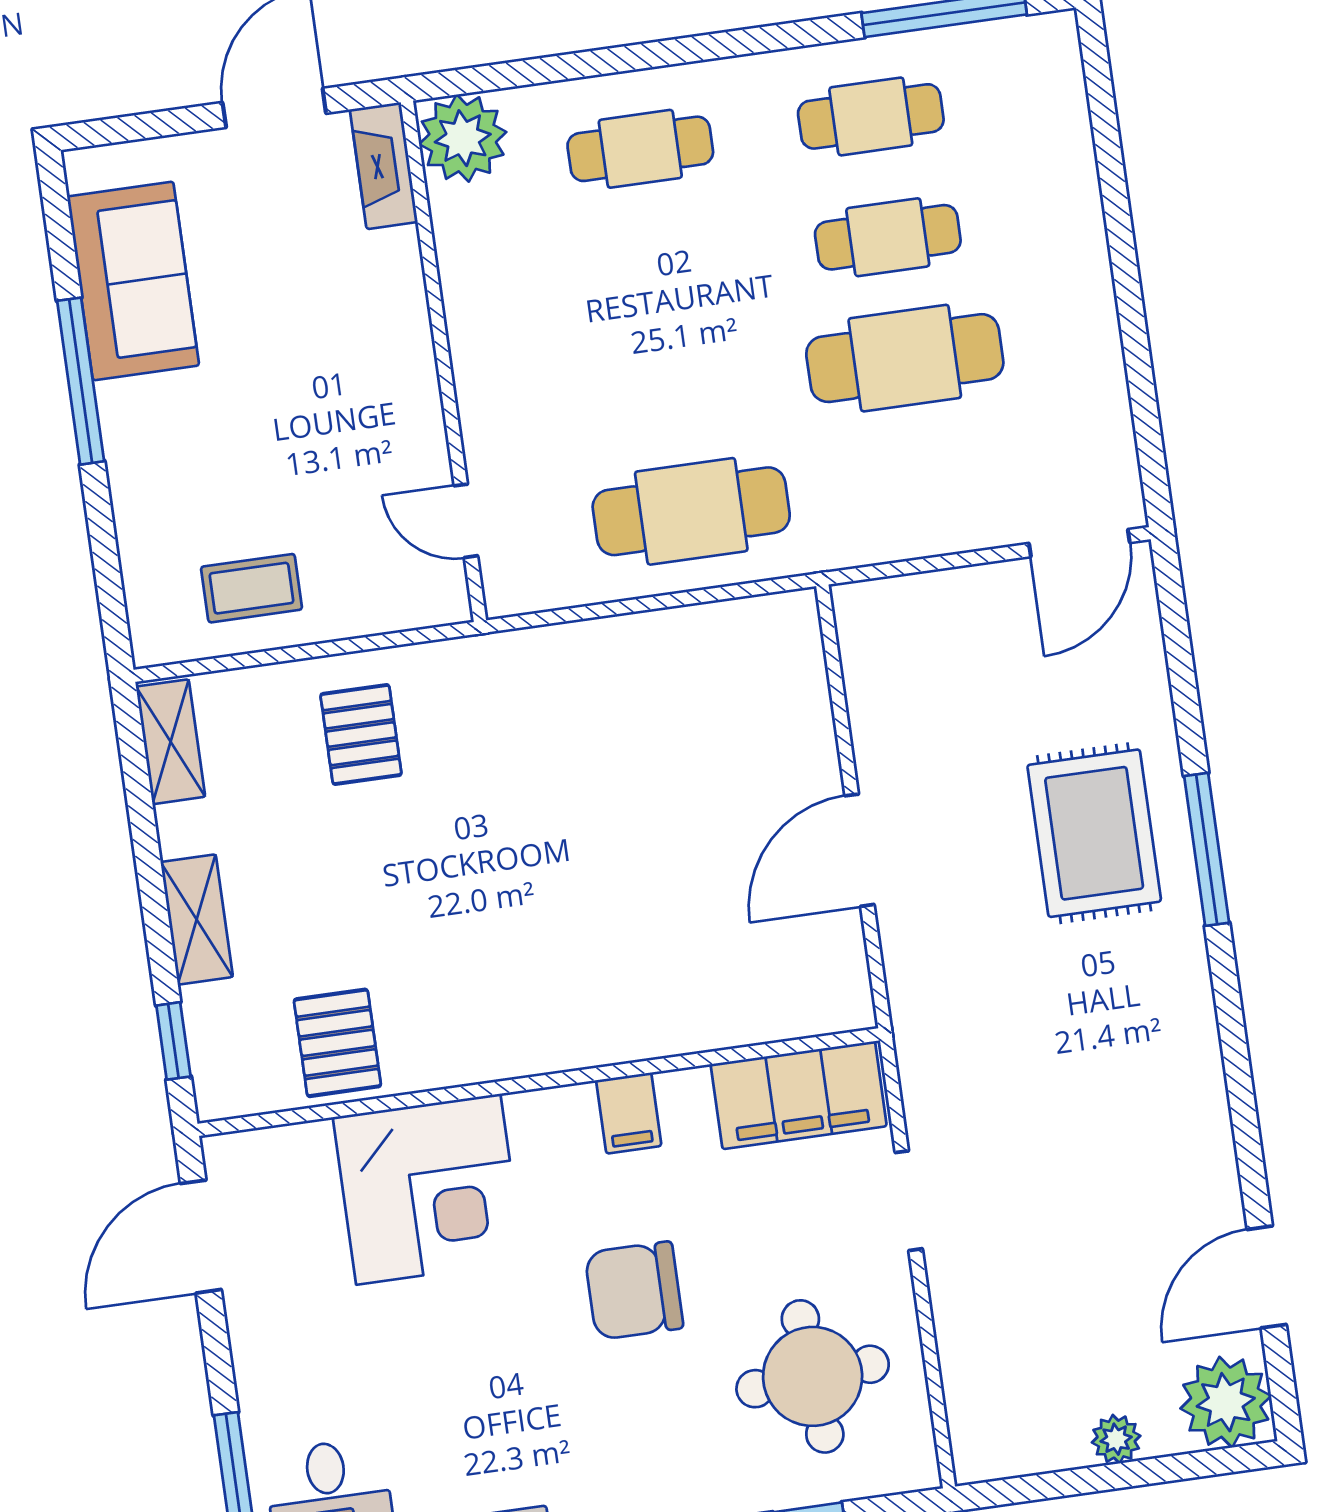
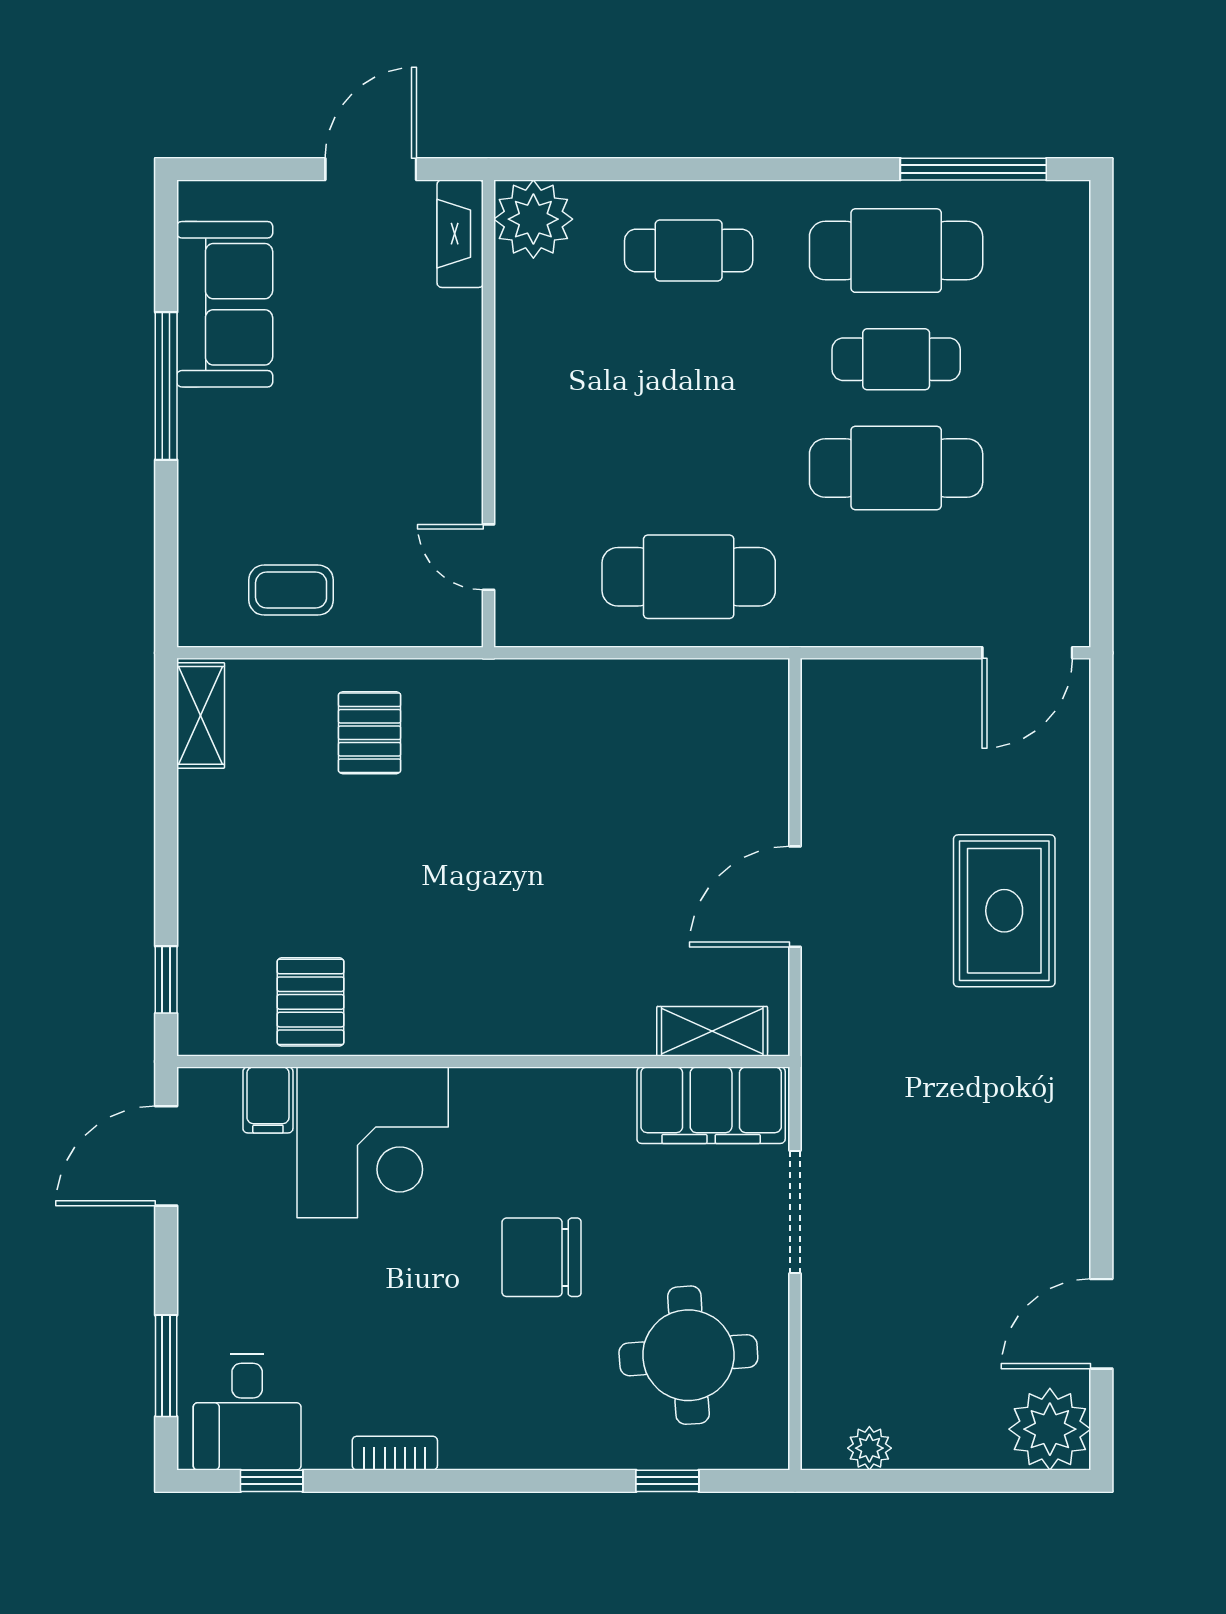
cafe table: (871, 116) -> (896, 251), width x1.37, depth x1.35
window: (1207, 849) -> (1101, 939), removed
shelving: (197, 920) -> (712, 1031), moved, turned 90
filing cabinet: (629, 1113) -> (268, 1100), moved
doorway: (909, 1201) -> (795, 1212), width x1.38
plant: (1116, 1439) -> (869, 1448), moved

